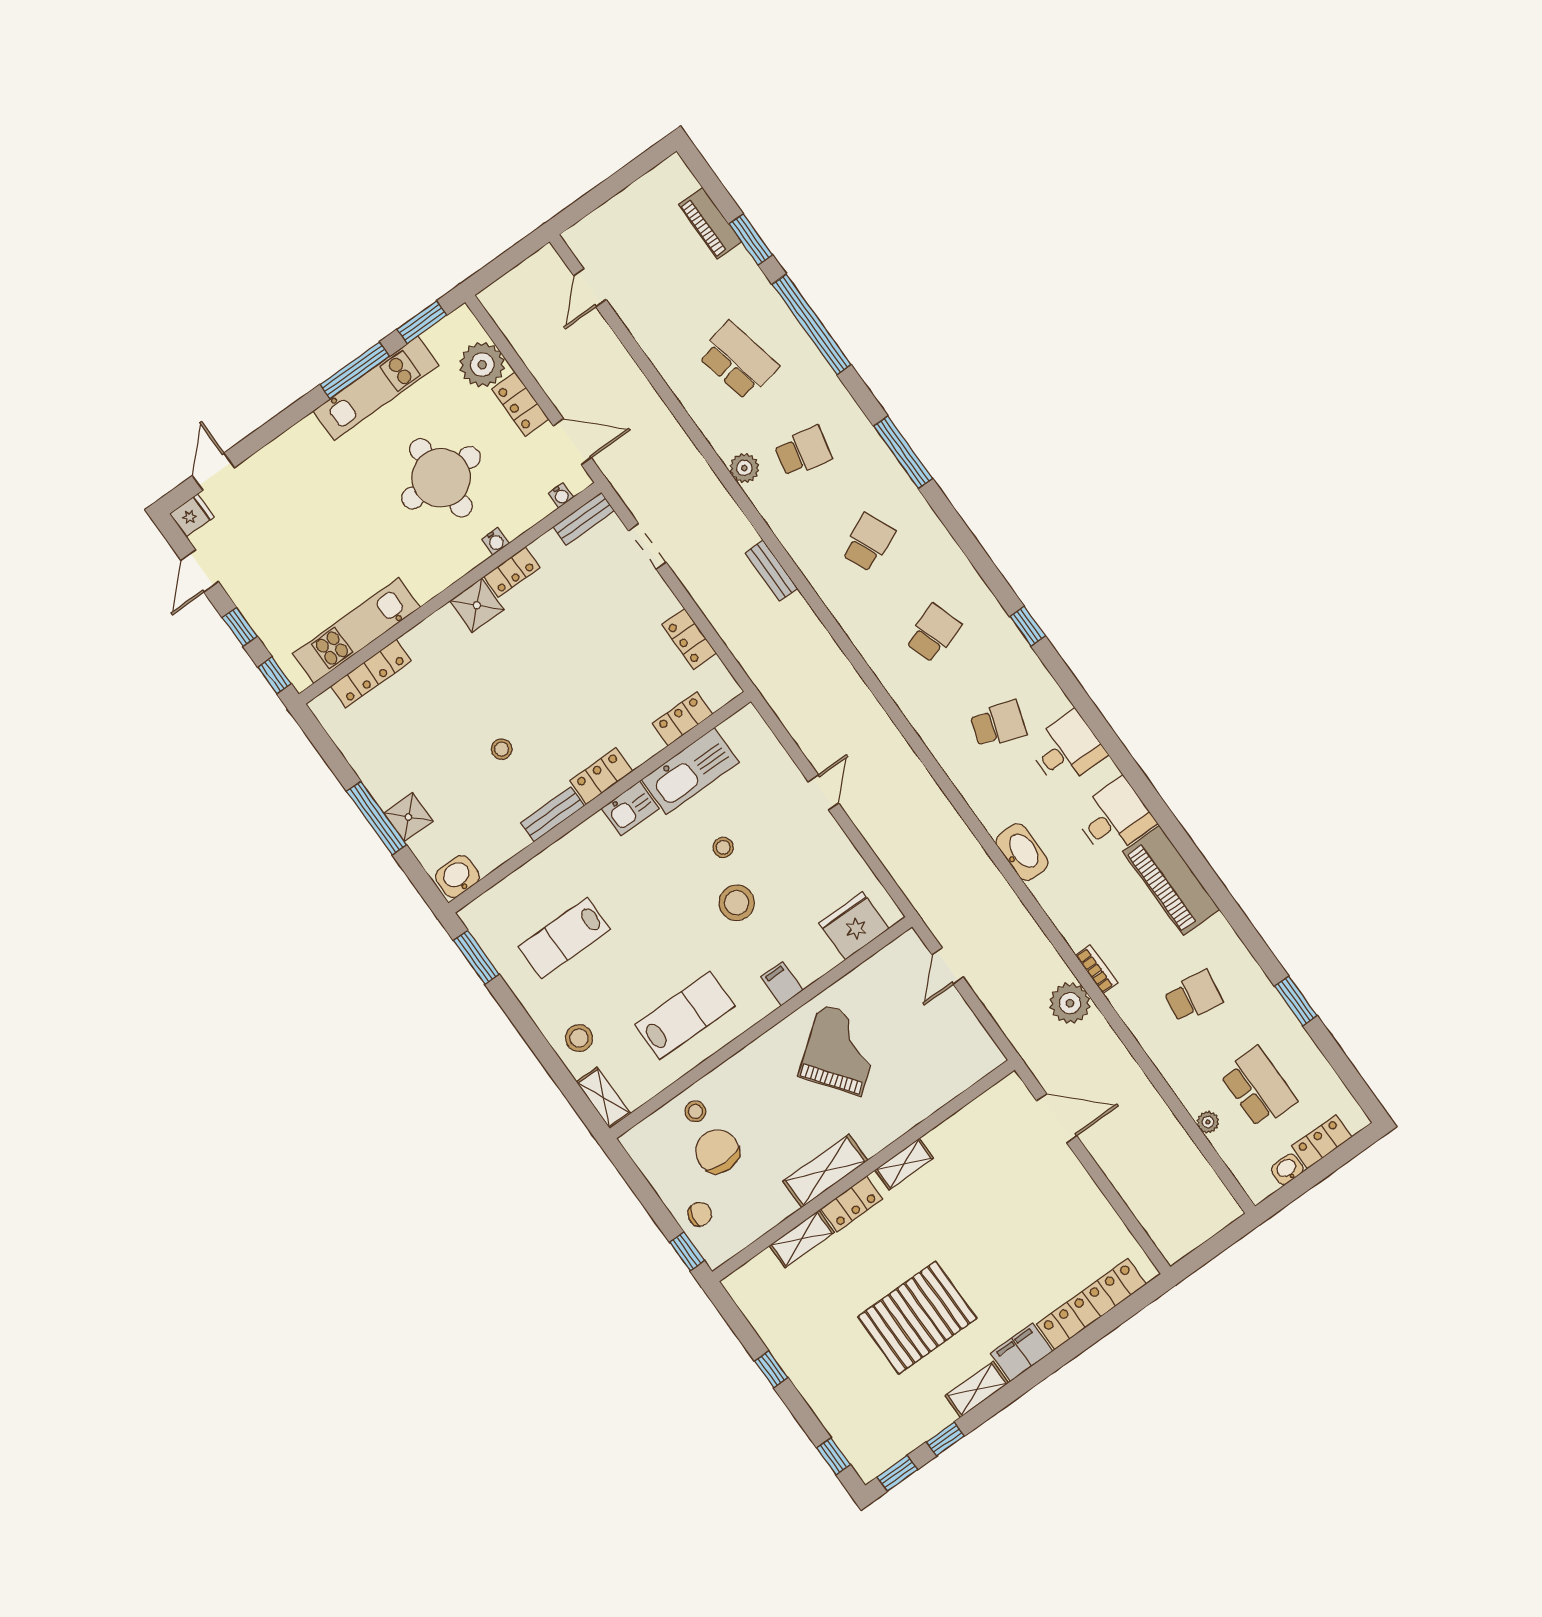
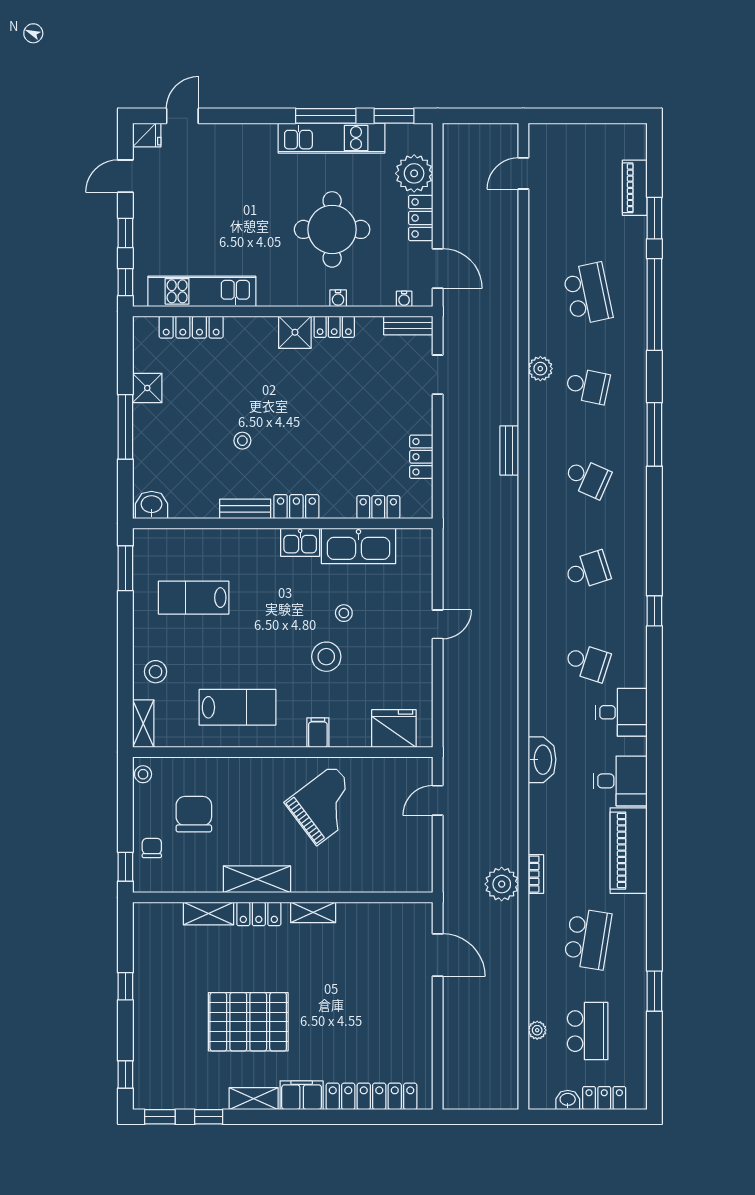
school desk: (868, 542) -> (588, 478), turned 48
shower: (408, 817) -> (147, 388), moved
school desk: (1193, 997) -> (588, 939), width x1.85
stool: (695, 1111) -> (143, 774), moved
chair: (700, 1214) -> (152, 848), turned -101

